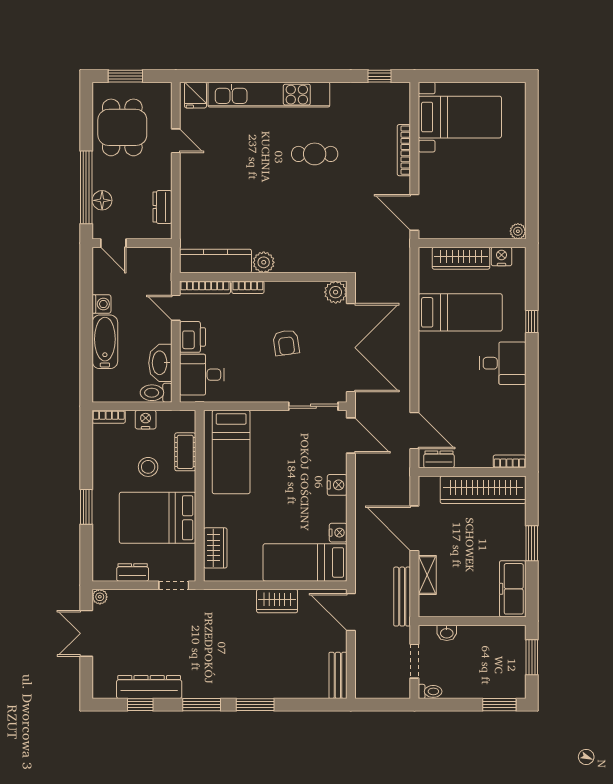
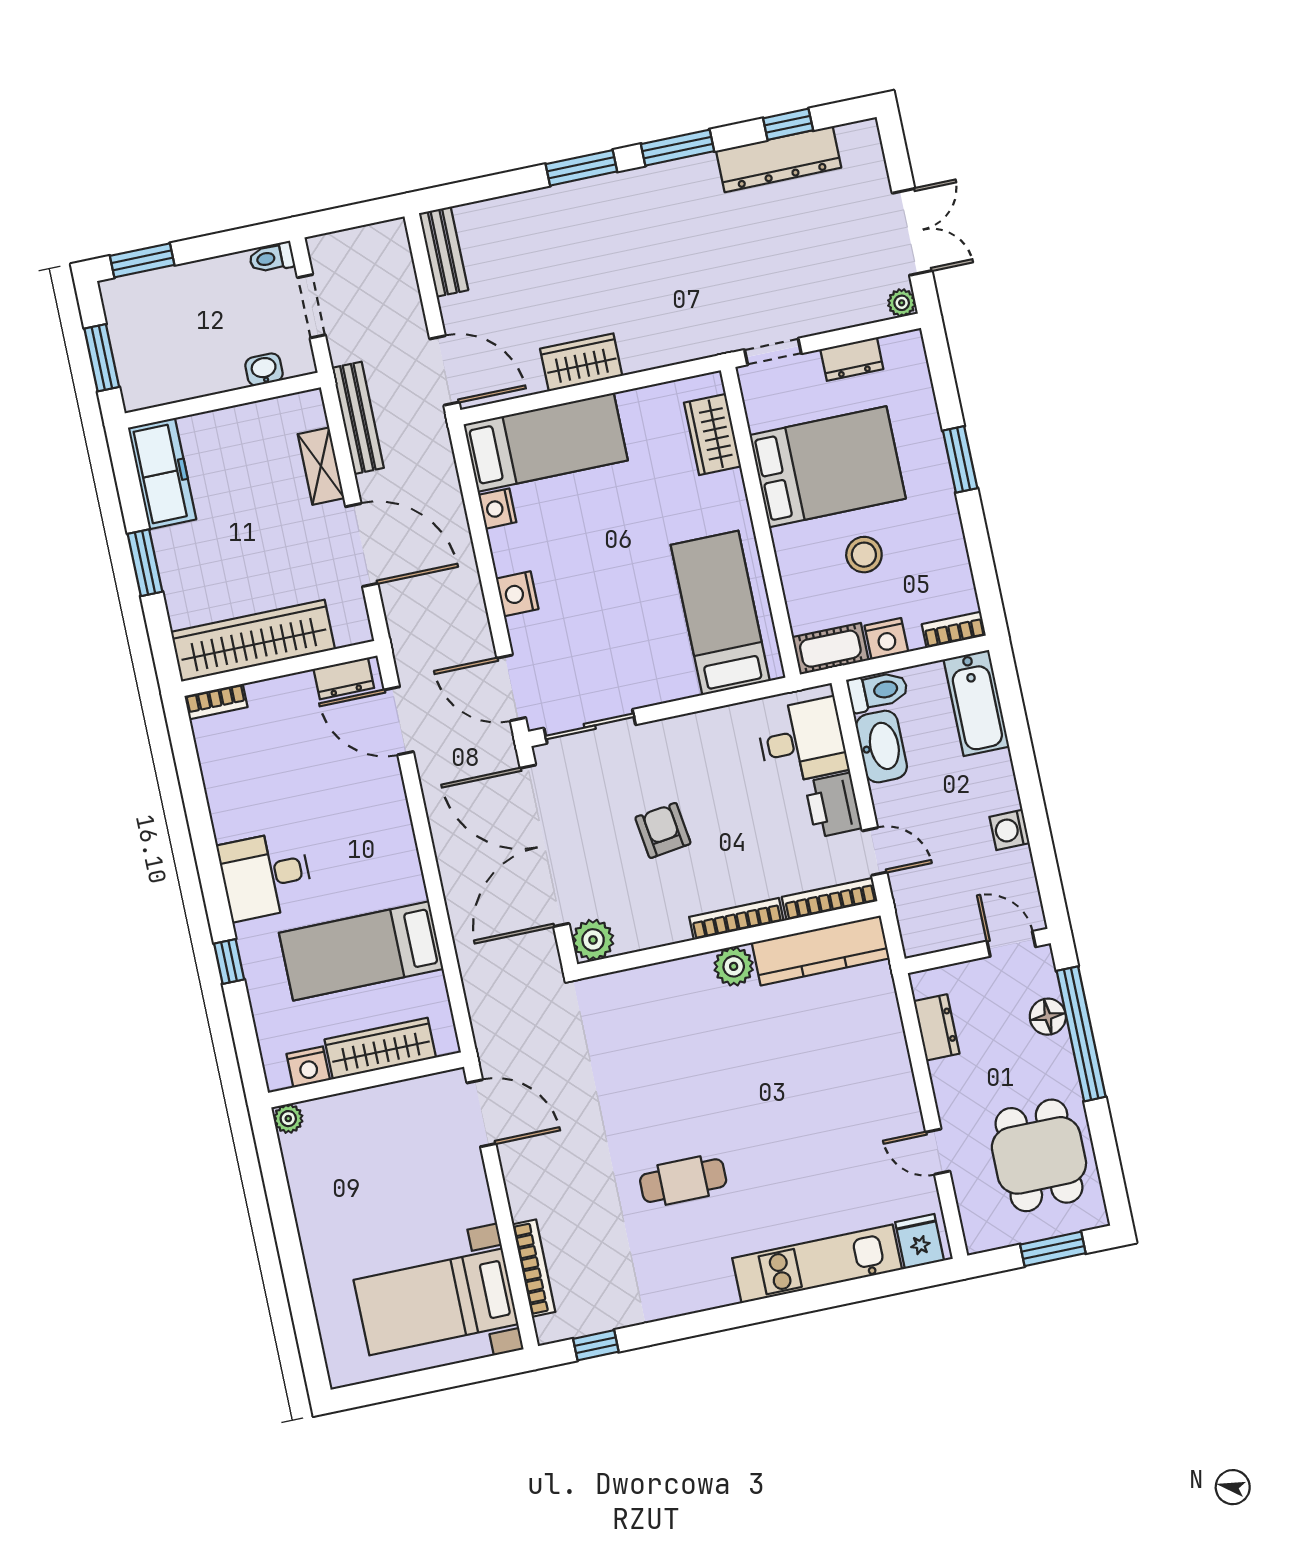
kitchen unit: (269, 95) -> (817, 1264), width x0.73
bookcase: (404, 150) -> (534, 1268), moved
bookcase: (248, 287) -> (736, 919), width x1.56
bathtub: (105, 342) -> (976, 703), moved
cot: (185, 452) -> (830, 649), moved, turned 90

